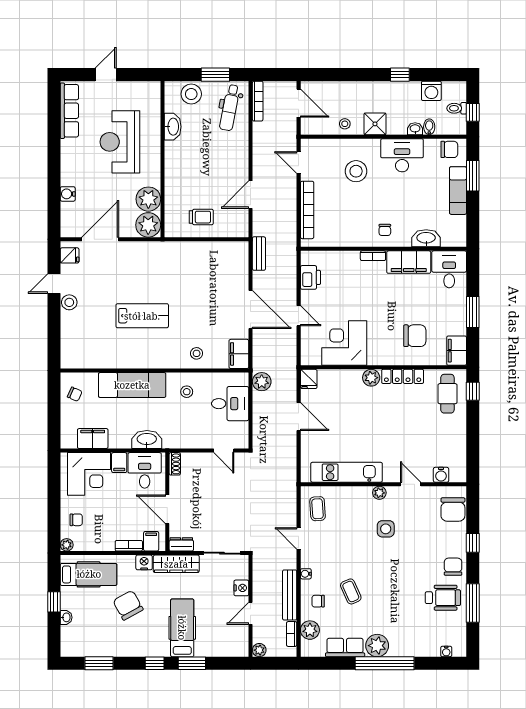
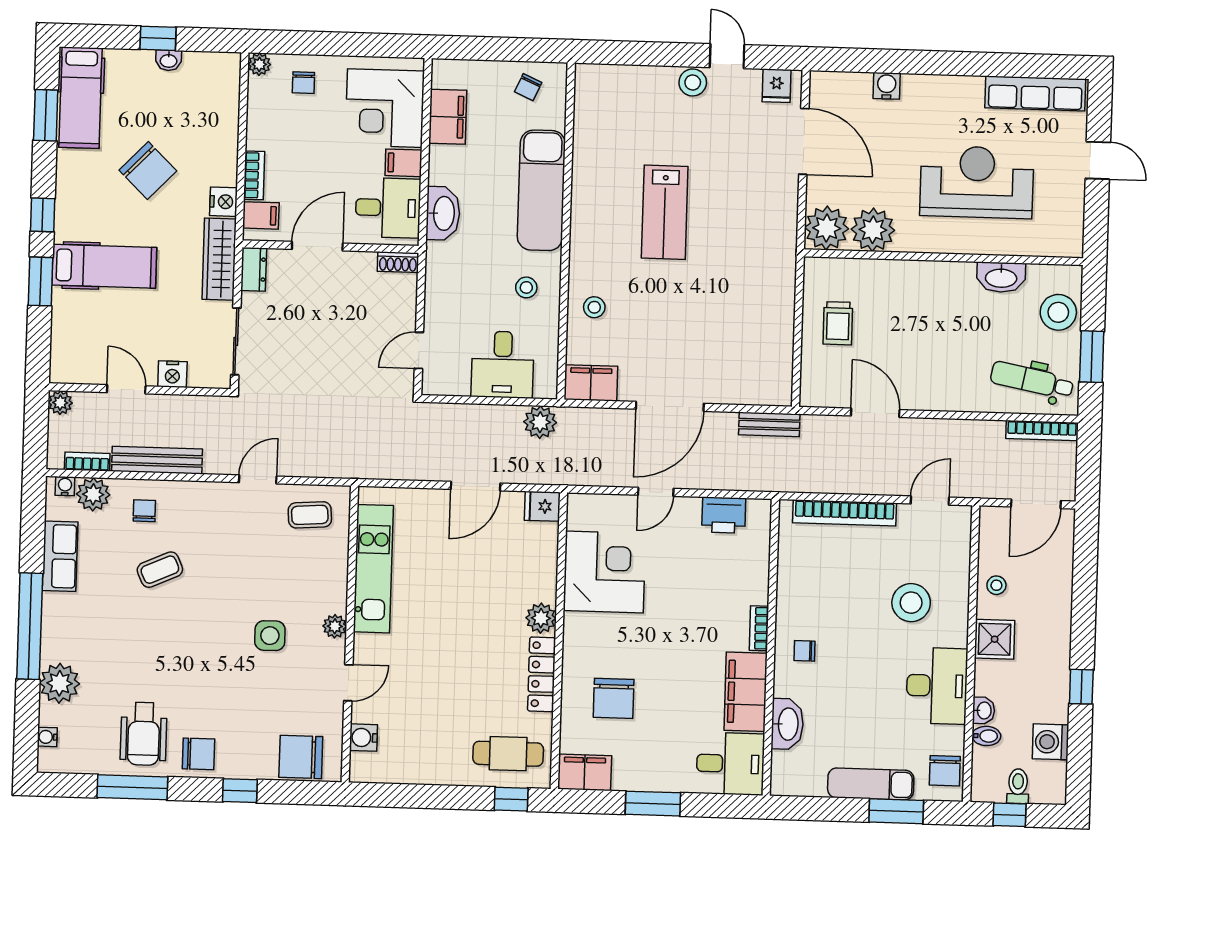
hospital bed: (89, 574) -> (81, 98), moved
water cooler: (306, 574) -> (65, 486), moved
chair: (128, 605) -> (148, 170), turned 73
washbasin: (66, 617) -> (169, 60), moved
plant: (377, 646) -> (60, 683), moved

